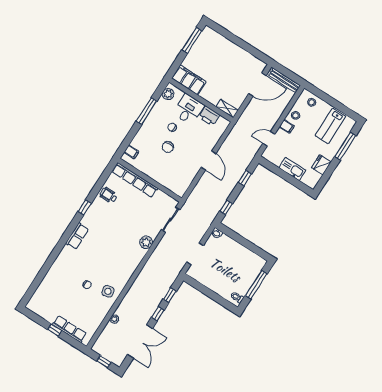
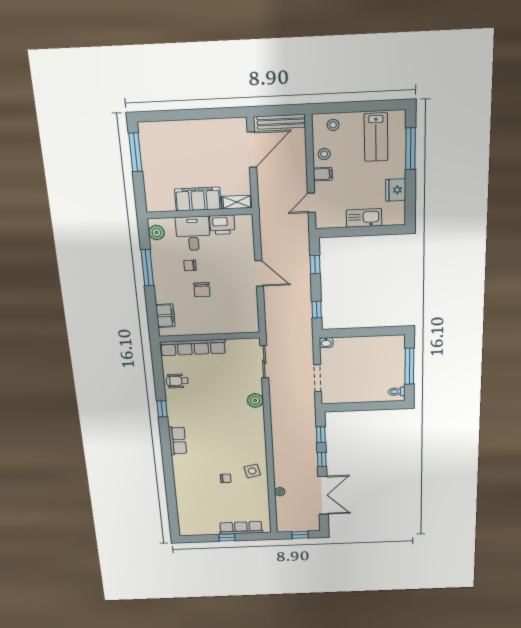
filing cabinet: (189, 80) -> (198, 199), moved
filing cabinet: (131, 152) -> (165, 316), width x2.00

